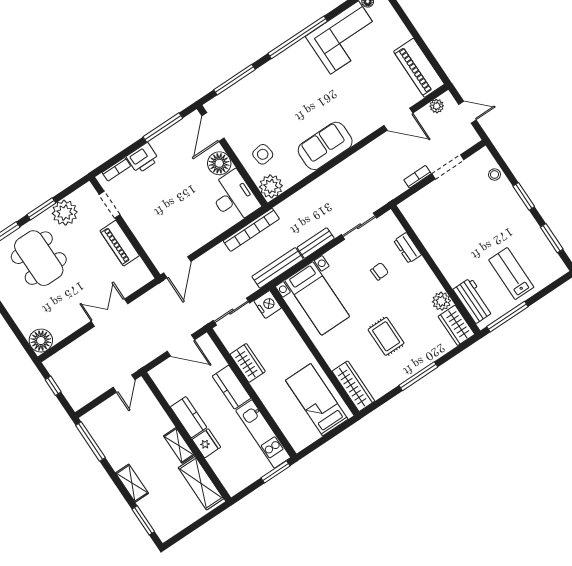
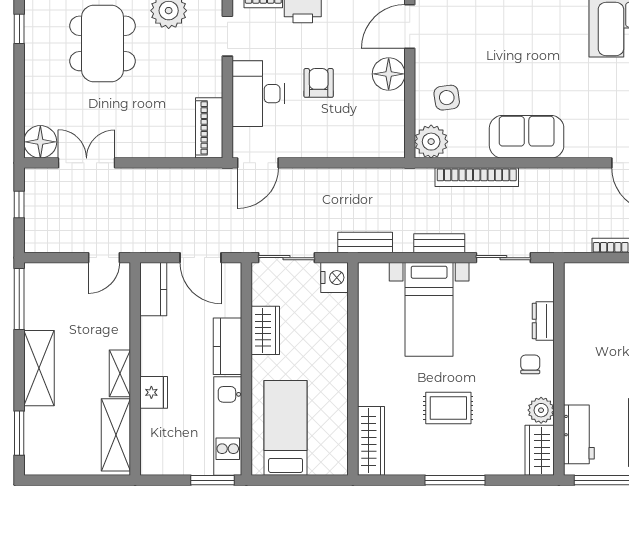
armchair: (182, 196) -> (319, 83), added
desk: (234, 197) -> (258, 94), moved, turned 180
bookcase: (251, 230) -> (477, 177), moved
piano: (120, 243) -> (209, 128), moved
bench: (278, 268) -> (365, 243), width x0.73
chair: (379, 271) -> (530, 364), moved, turned -87
bed with nightstands: (317, 298) -> (429, 309), moved
double door: (110, 313) -> (87, 163), moved
rug: (386, 336) -> (448, 408), turned 90
bed: (317, 400) -> (286, 428), moved
kitchen counter: (189, 417) -> (153, 289), moved
shelving: (132, 483) -> (39, 368), width x1.50, depth x1.33

